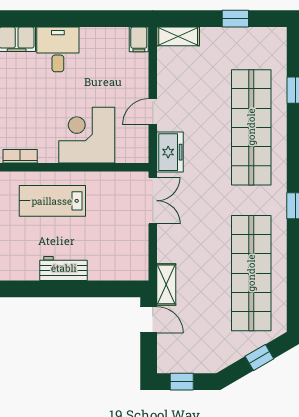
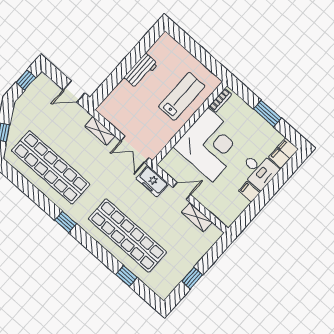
shelving: (178, 36) -> (197, 217), moved, turned 90
filing cabinet: (139, 39) -> (249, 192), moved
door: (153, 112) -> (182, 191), hinge flipped
corner desk: (87, 135) -> (210, 145), width x1.36, depth x1.36
shelving: (166, 284) -> (100, 131), moved

